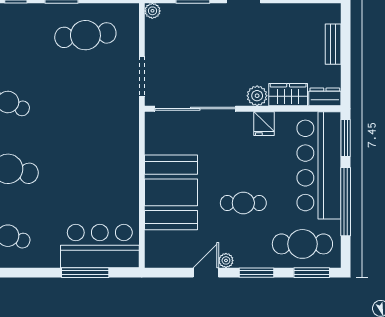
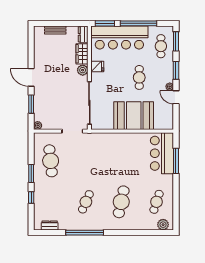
cafe table: (302, 244) -> (161, 46), width x0.73, depth x0.74

